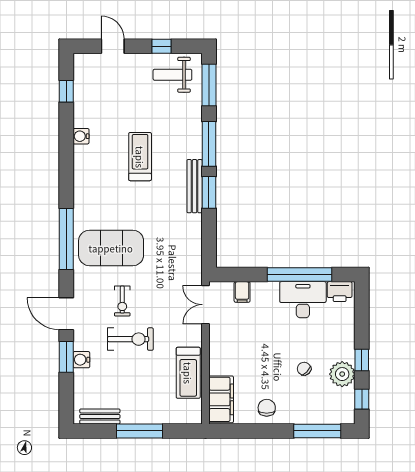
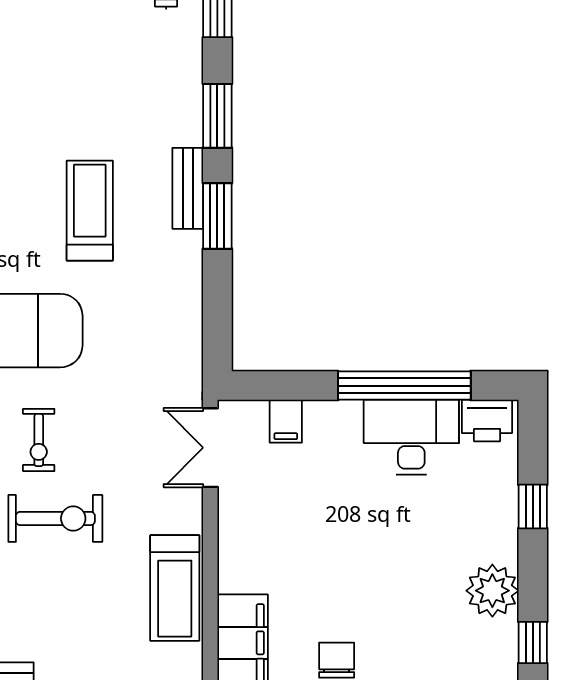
window: (209, 144) -> (217, 116), width x0.69
treadmill: (140, 157) -> (90, 211), moved
bench: (195, 186) -> (188, 188), width x0.73
window: (362, 360) -> (533, 507), moved
chair: (304, 369) -> (414, 580), removed

